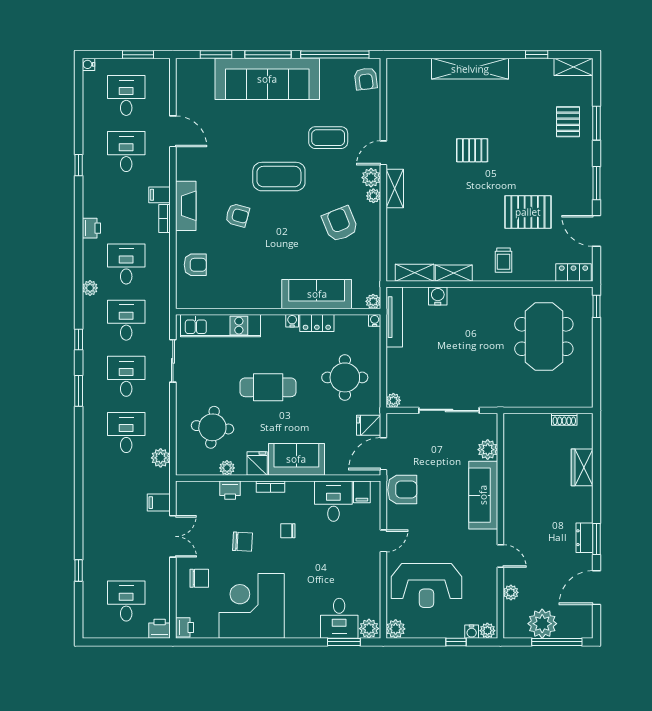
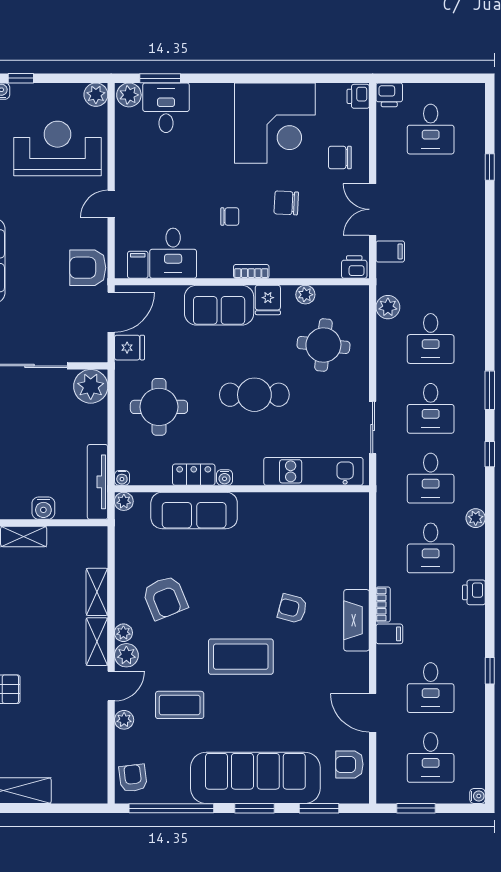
window: (268, 55) -> (254, 808), width x0.69
plant: (373, 126) -> (124, 720), added
armchair: (195, 265) -> (349, 764), moved
shelving: (415, 273) -> (97, 592), moved, turned 90
plant: (393, 400) -> (91, 386), width x1.88, depth x1.88
printer: (230, 490) -> (354, 267), moved

